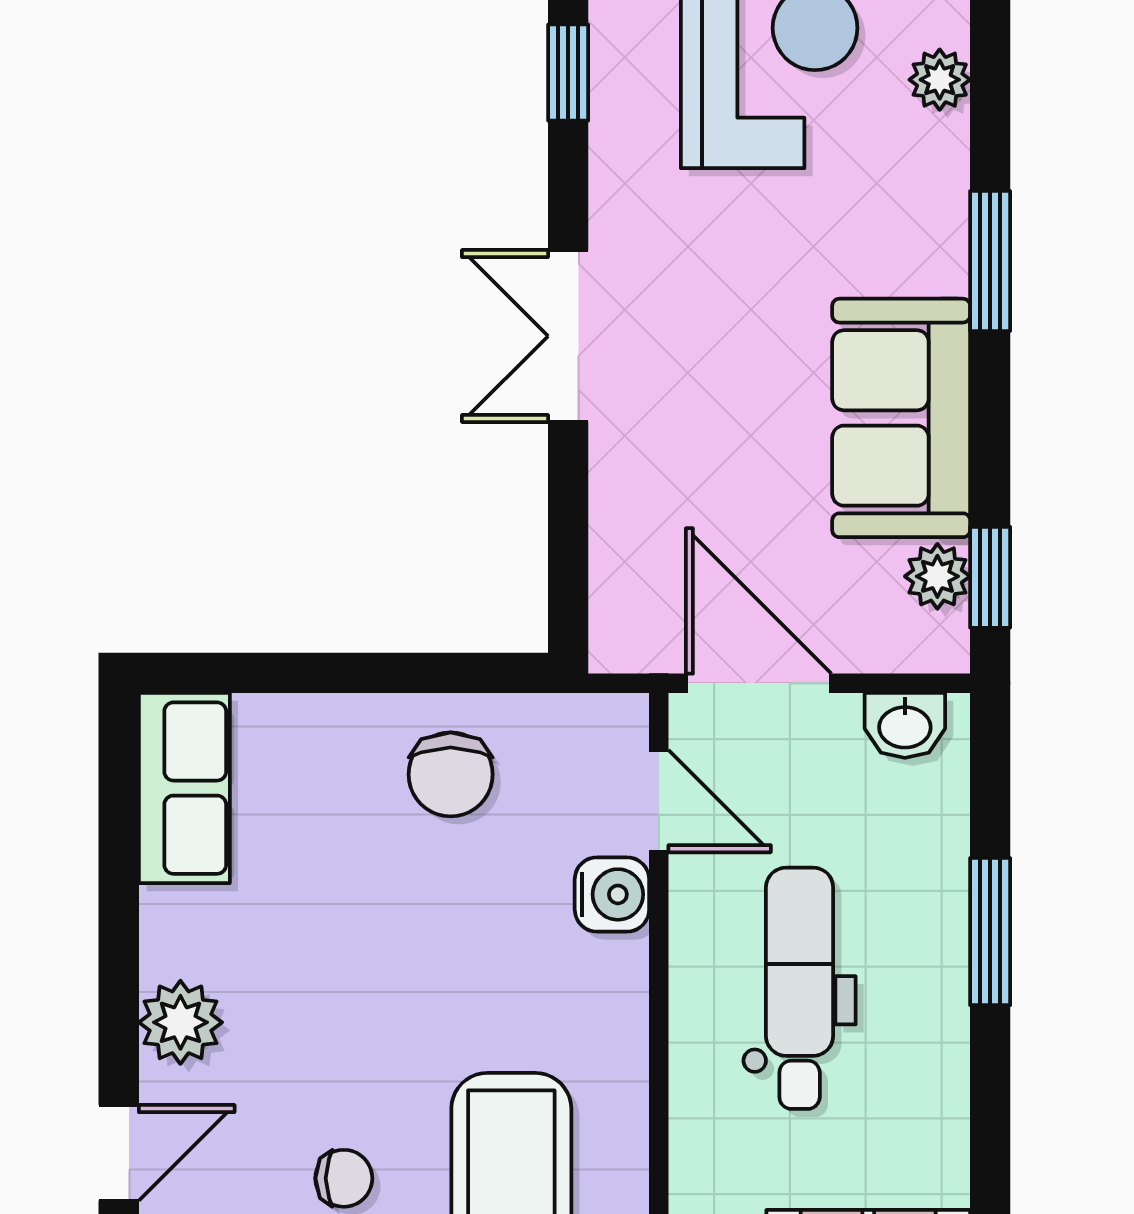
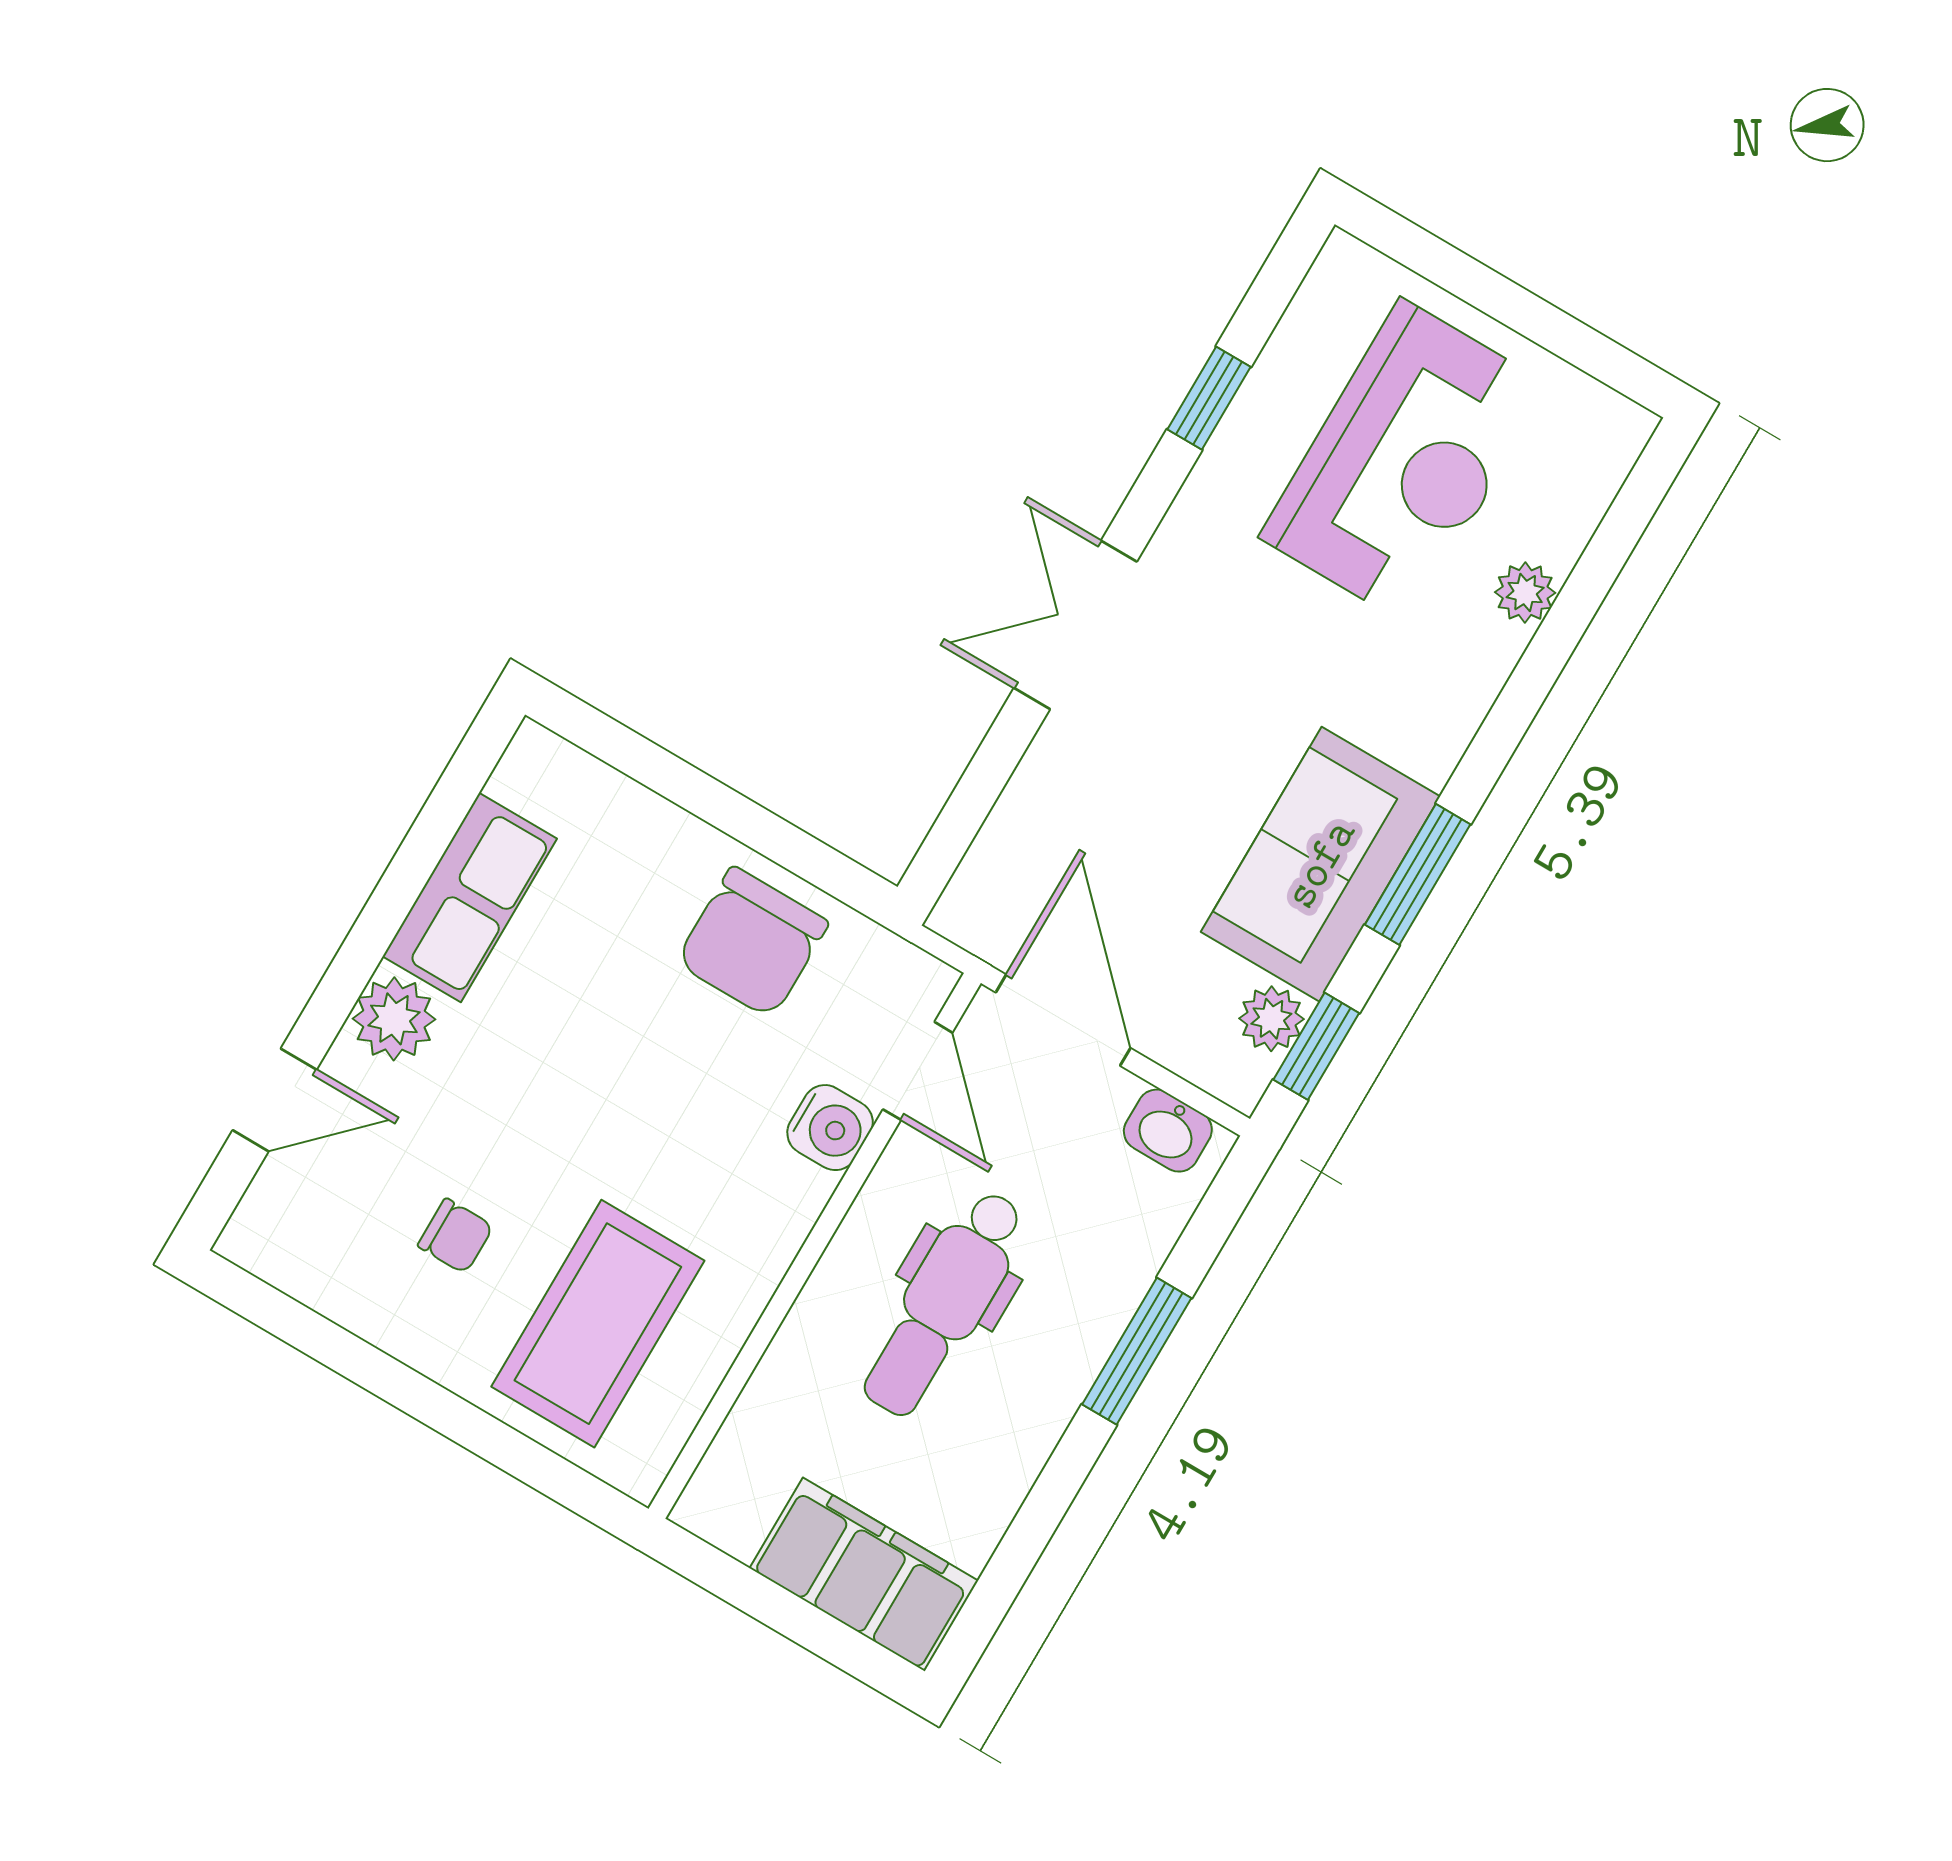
window: (990, 261) -> (1418, 874), moved
chair: (451, 774) -> (752, 942), width x1.37, depth x1.37
row of seats: (184, 788) -> (470, 898), moved
dental chair: (800, 988) -> (944, 1303), turned 180

